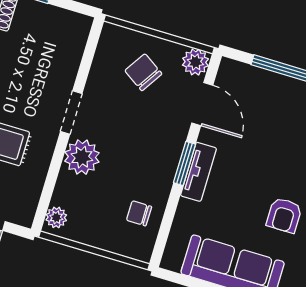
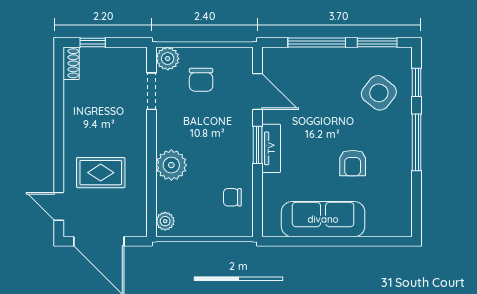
plant: (195, 62) -> (168, 59), moved
chair: (143, 72) -> (201, 80), turned -123
doorway: (71, 112) -> (152, 91), moved

